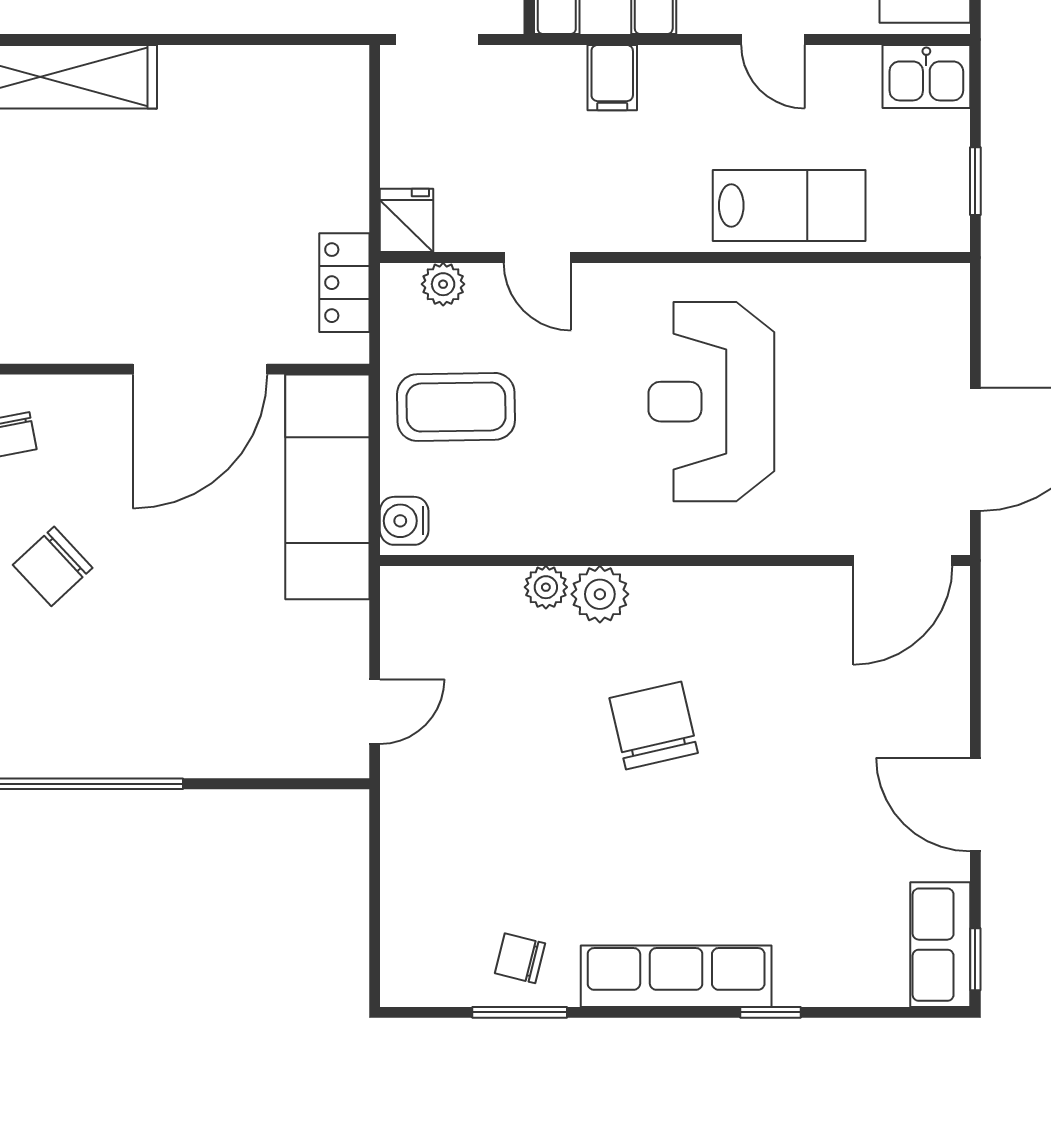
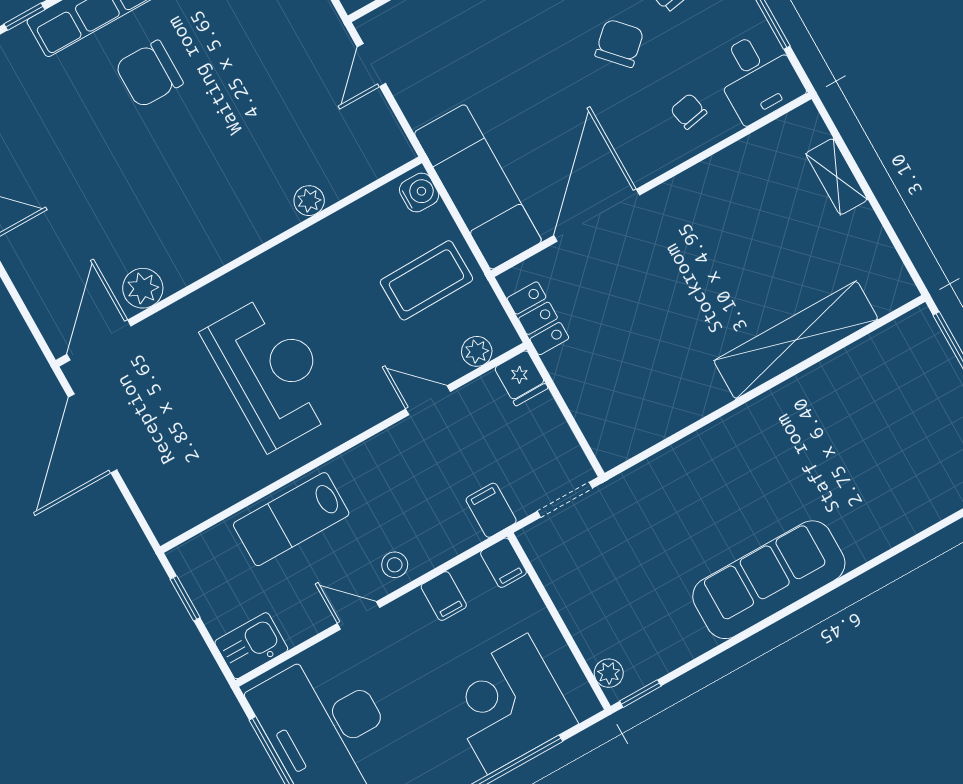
stool: (693, 77) -> (395, 565), added
filing cabinet: (612, 78) -> (491, 510), moved
plant: (600, 594) -> (143, 288), moved
chair: (654, 726) -> (149, 74), moved, turned 103

